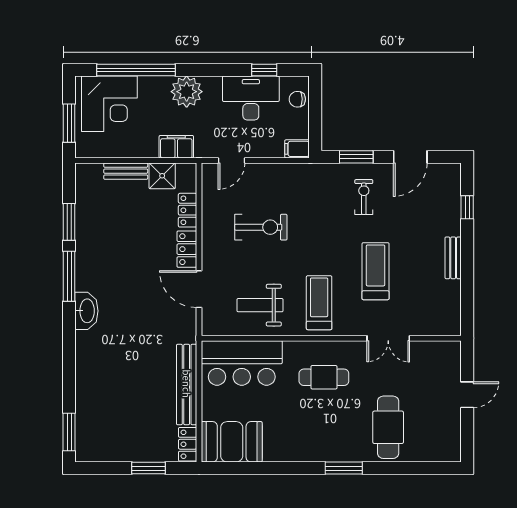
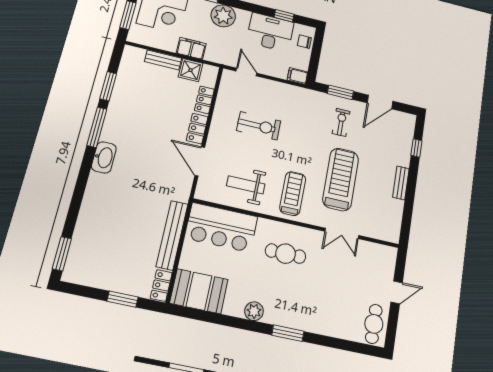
filing cabinet: (176, 147) -> (191, 48), moved
door: (231, 160) -> (246, 72), swing flipped
treadmill: (376, 271) -> (341, 179), width x1.37, depth x1.38
cafe table: (388, 427) -> (374, 324), moved, width x0.73, depth x0.74
plant: (300, 451) -> (254, 311), added

